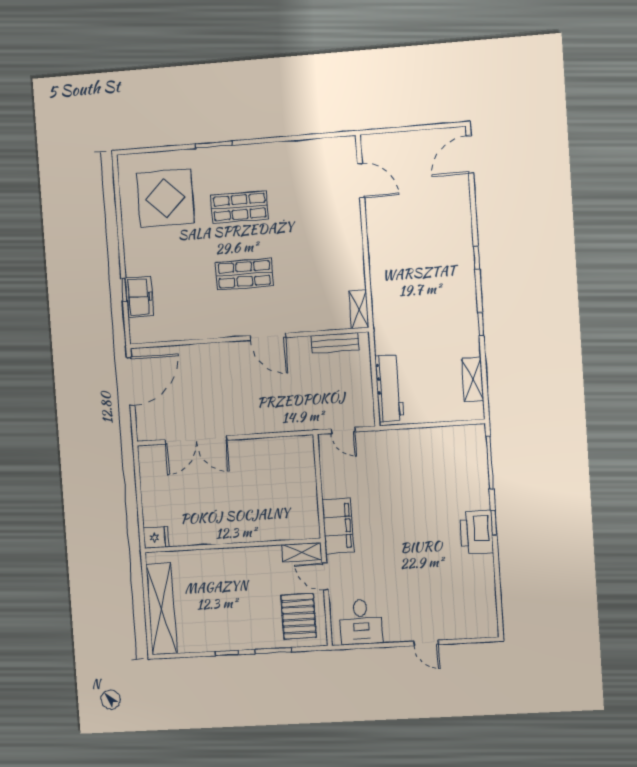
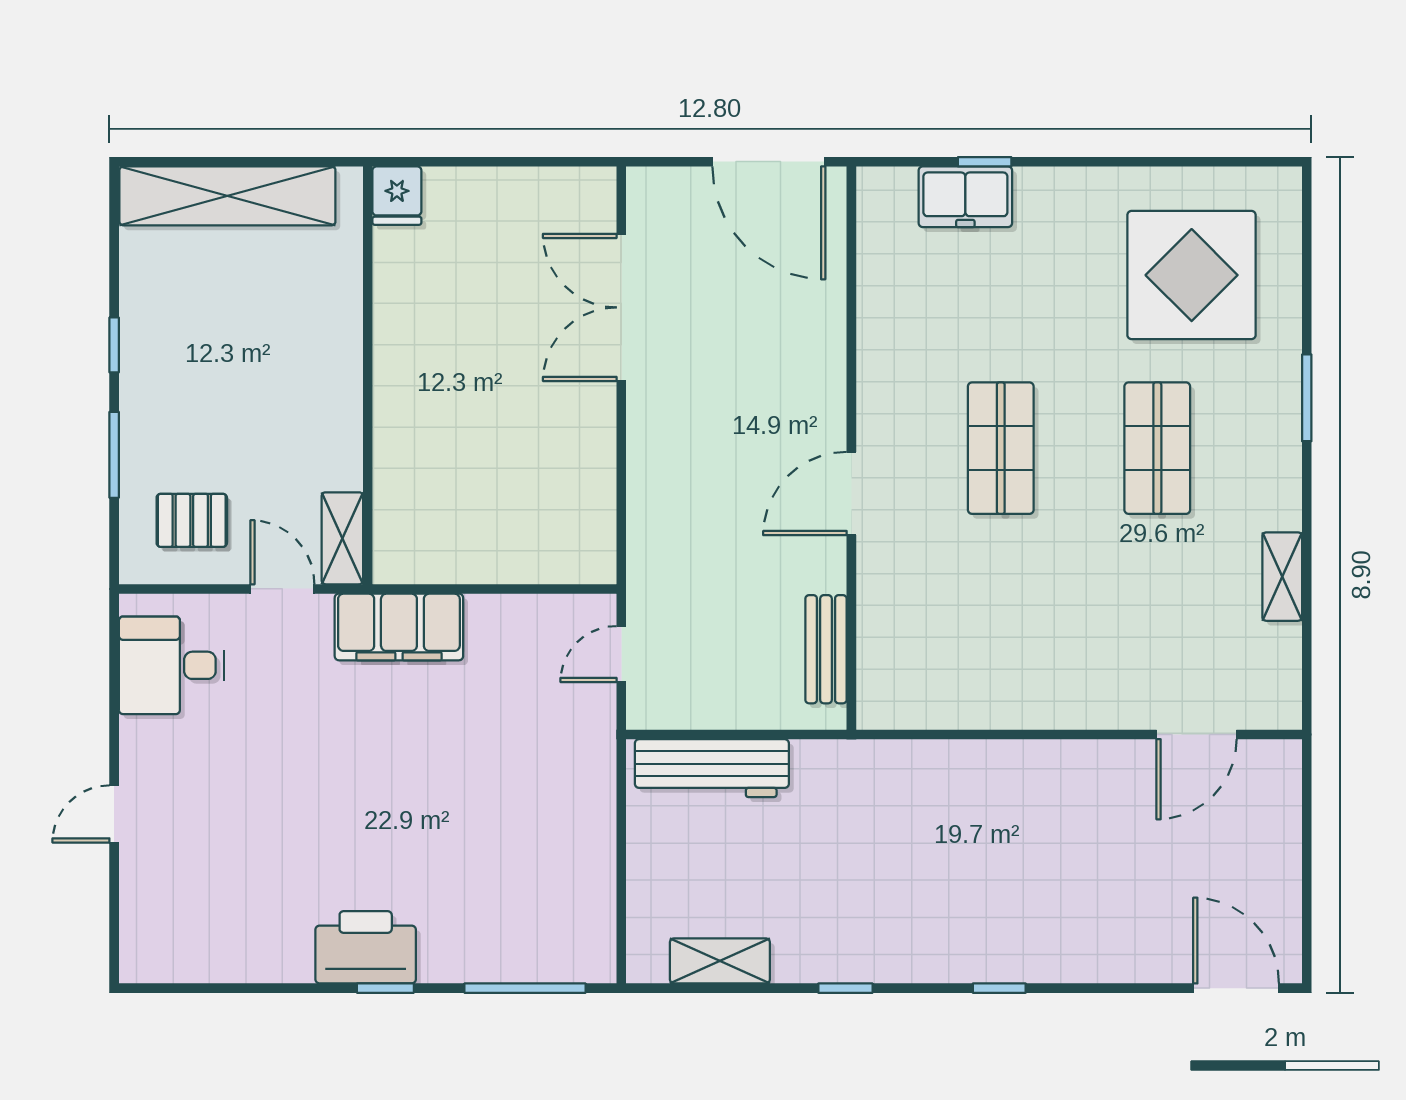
shelving: (359, 309) -> (1282, 577), moved, turned 90
door: (325, 576) -> (282, 589), hinge flipped
pallet: (299, 616) -> (192, 520), width x0.67, depth x0.71

